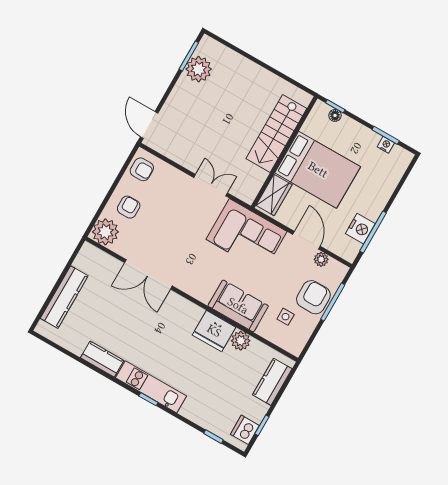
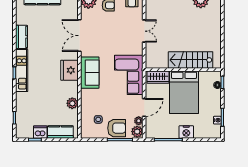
double door: (211, 185) -> (144, 31), moved
nightstand: (360, 229) -> (186, 132), moved
plant: (336, 270) -> (137, 132), added
sofa: (238, 306) -> (90, 73), moved
fridge: (214, 331) -> (69, 70), moved
dishwasher: (245, 430) -> (40, 132), moved

